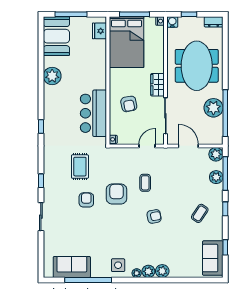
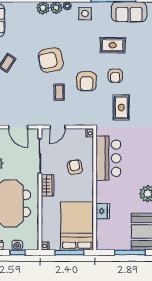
water cooler: (172, 22) -> (17, 245), moved
fridge: (99, 31) -> (103, 211), moved
armchair: (154, 216) -> (51, 60), width x1.88, depth x1.88
rug: (89, 232) -> (113, 45), added

